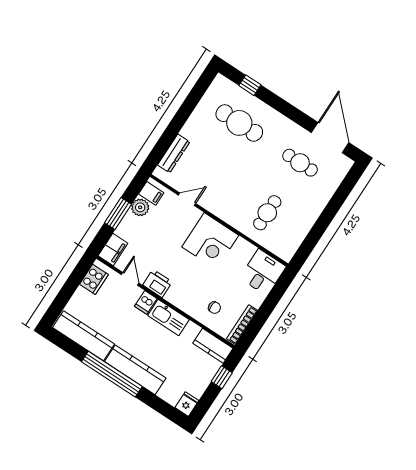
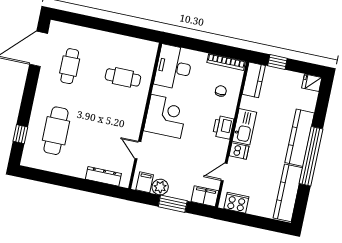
desk: (263, 272) -> (174, 67), width x1.37
printer: (158, 283) -> (223, 127), moved

